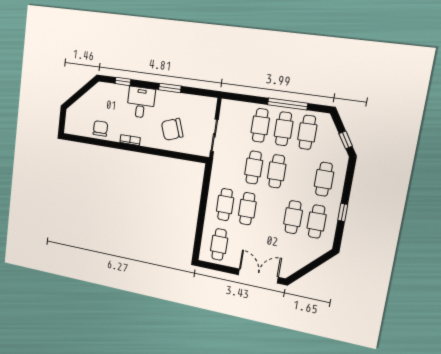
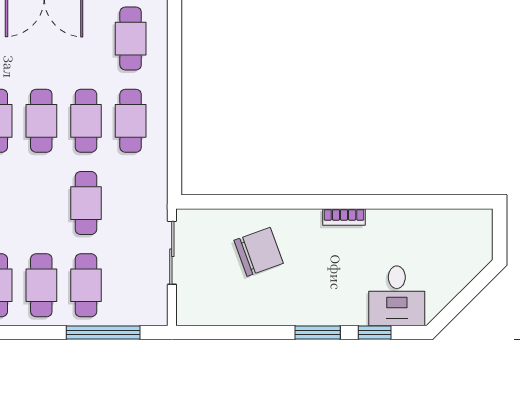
window: (170, 88) -> (318, 332), moved
desk: (141, 102) -> (397, 296), moved
window: (288, 104) -> (103, 332), moved
chair: (100, 128) -> (412, 231), removed
cafe table: (277, 171) -> (41, 121), moved

